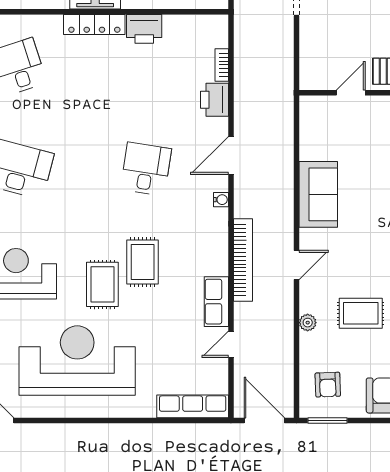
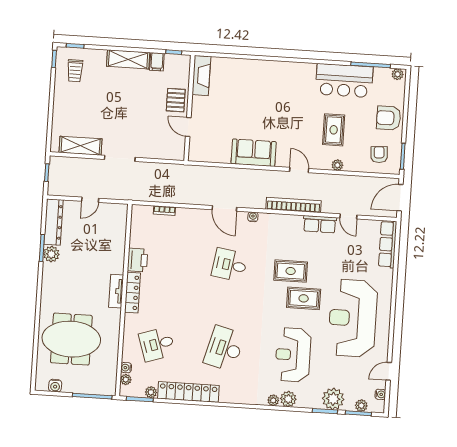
printer: (215, 100) -> (187, 217), removed
armchair: (328, 385) -> (379, 155), turned -92

